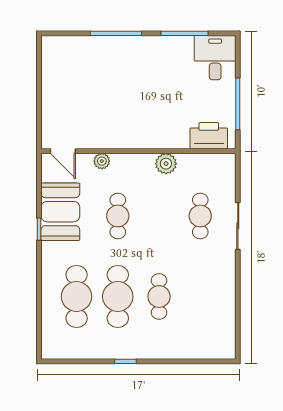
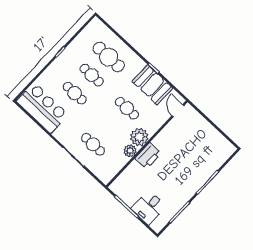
desk: (215, 58) -> (149, 207), moved, turned 90
printer: (209, 136) -> (148, 156), moved
door: (63, 151) -> (178, 111), hinge flipped
plant: (102, 161) -> (139, 137), moved, width x1.88, depth x1.88
cafe table: (118, 297) -> (92, 75), width x0.73, depth x0.74
bar counter: (214, 319) -> (42, 108), added

